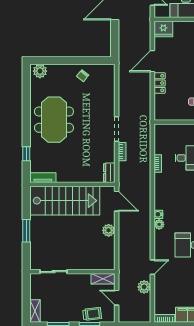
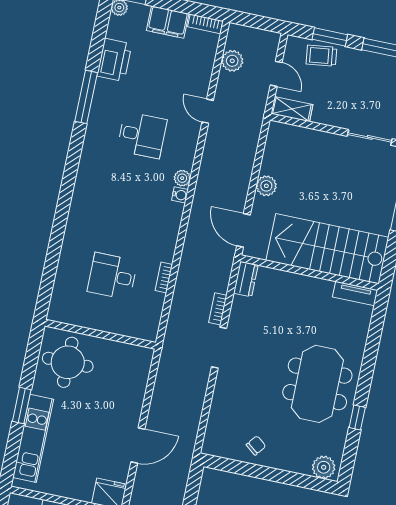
locker: (160, 83) -> (133, 407), removed
window: (26, 154) -> (357, 417), moved
door: (152, 267) -> (208, 111), hinge flipped
plant: (144, 287) -> (232, 61), moved

